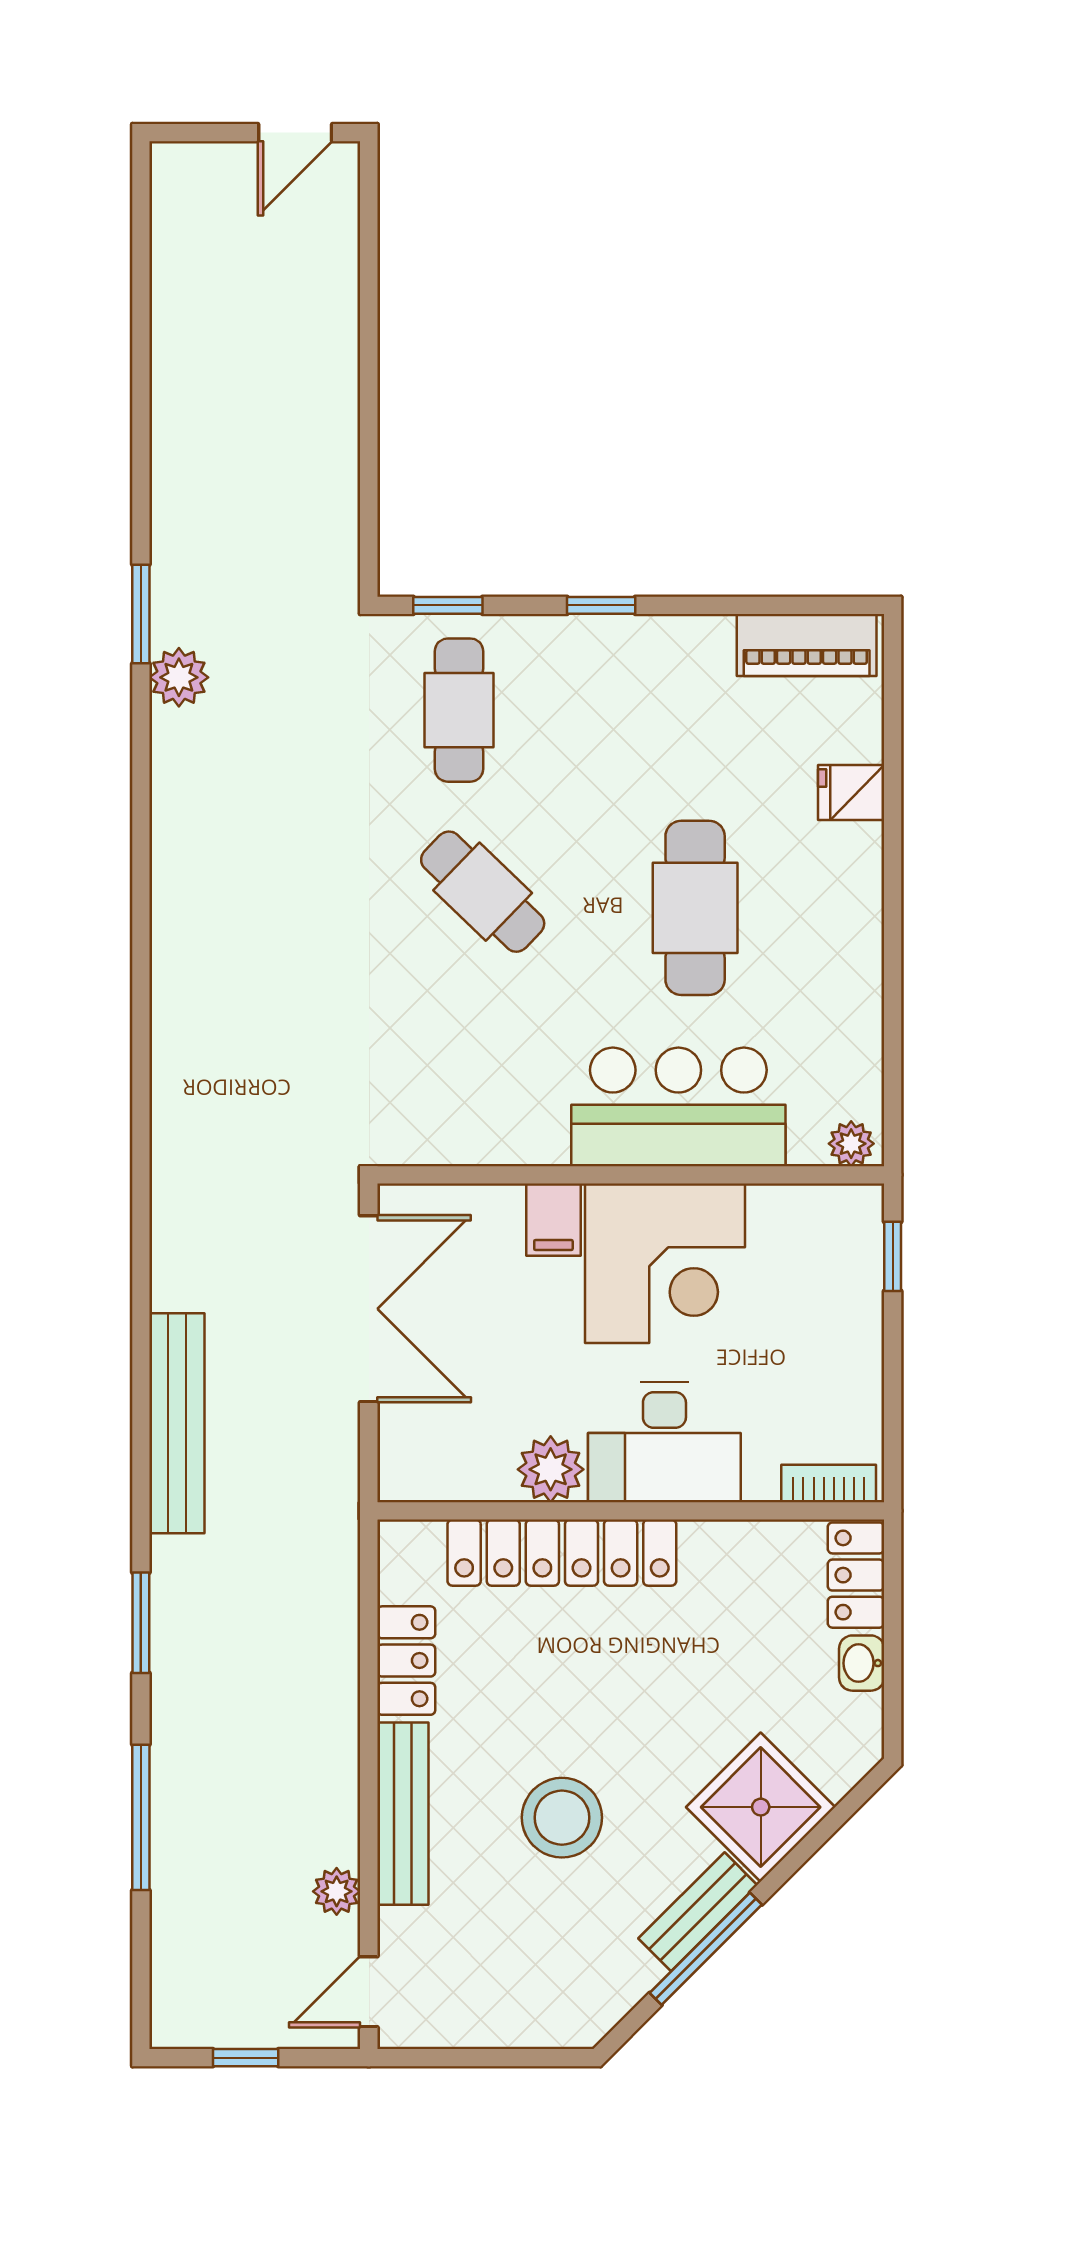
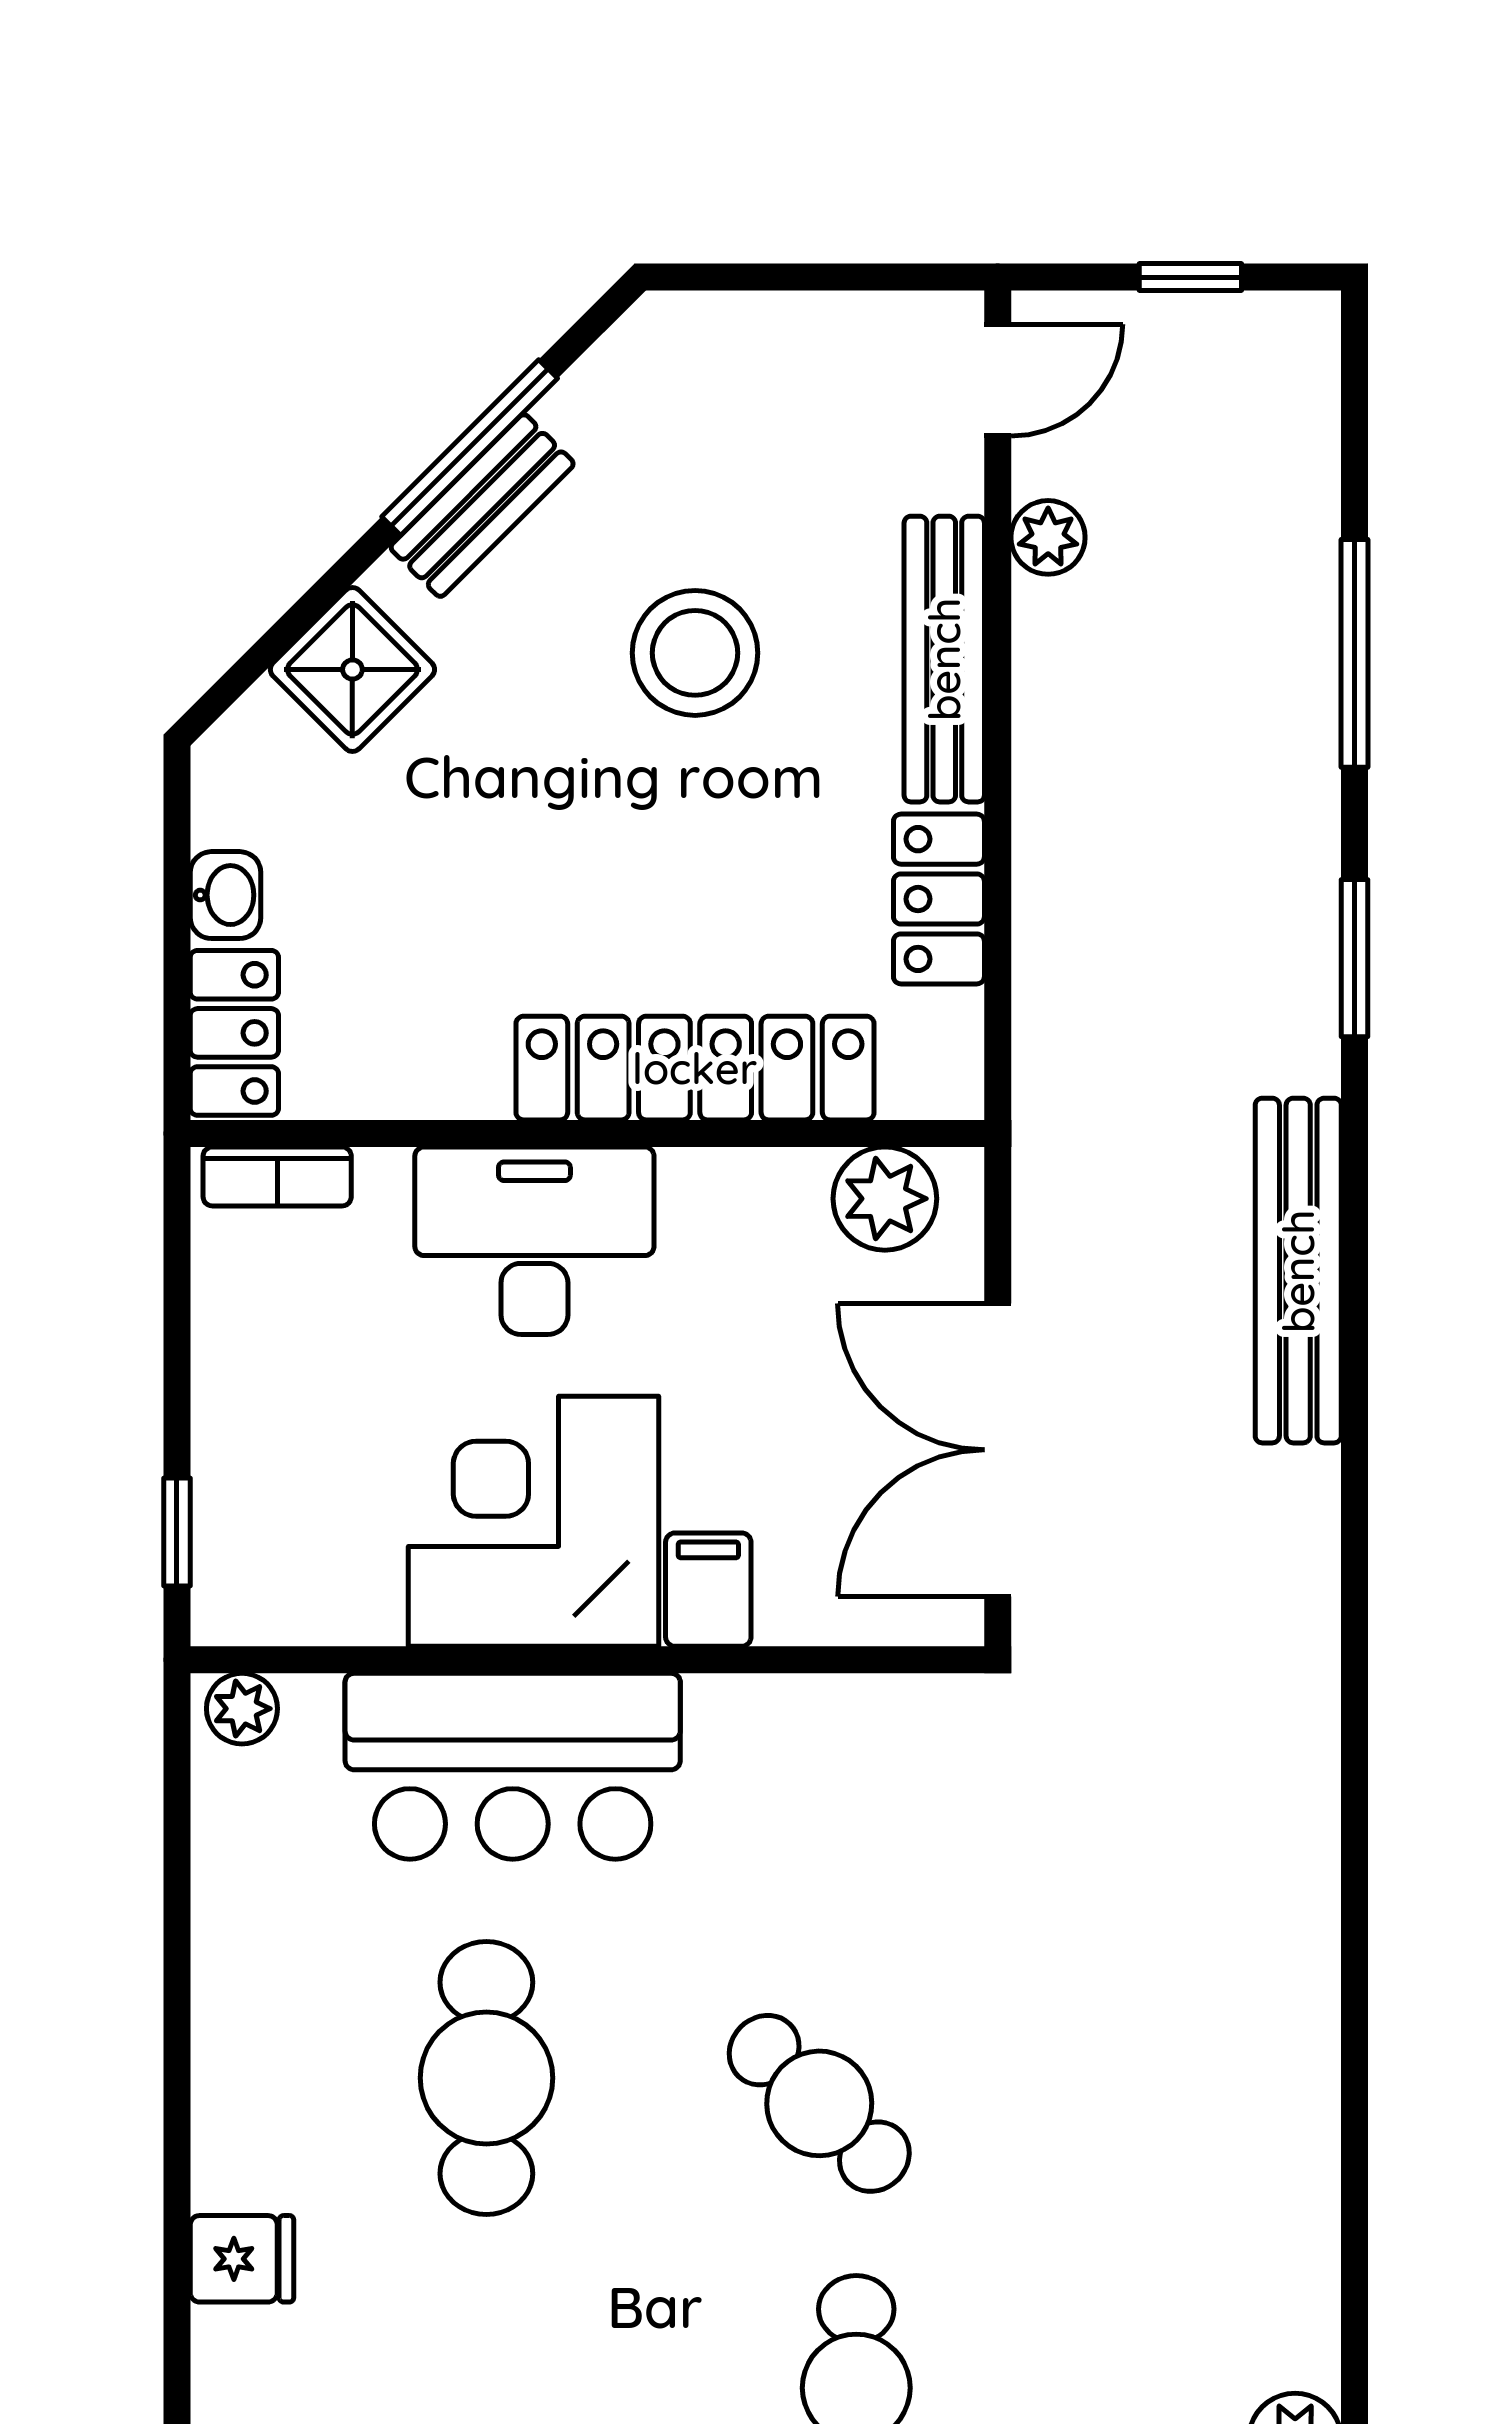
plant: (551, 1469) -> (885, 1199), moved
shower: (761, 1807) -> (352, 669), width x0.73, depth x0.73

